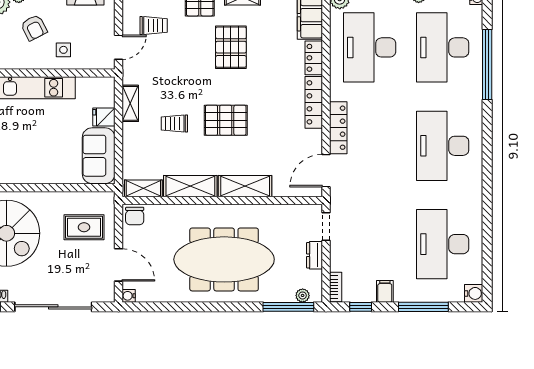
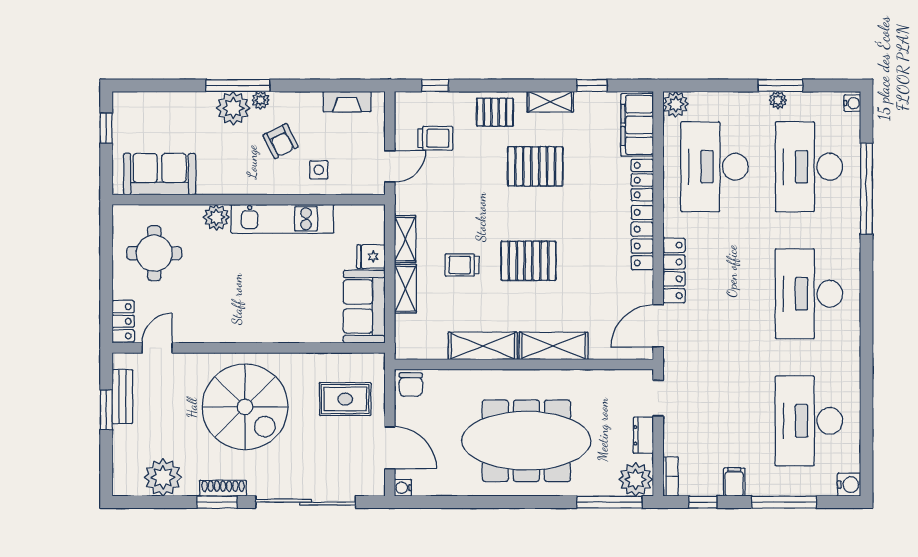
pallet: (231, 47) -> (535, 166), turned 90
shelving: (143, 188) -> (405, 289), moved, turned 90
plant: (303, 295) -> (636, 479), width x1.88, depth x1.88

